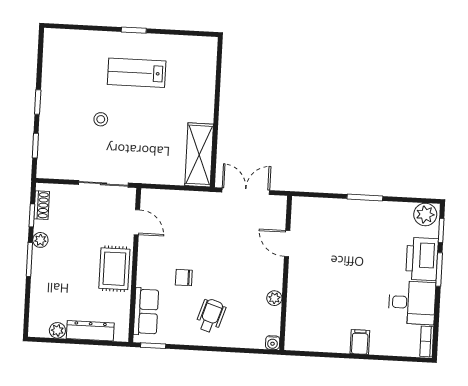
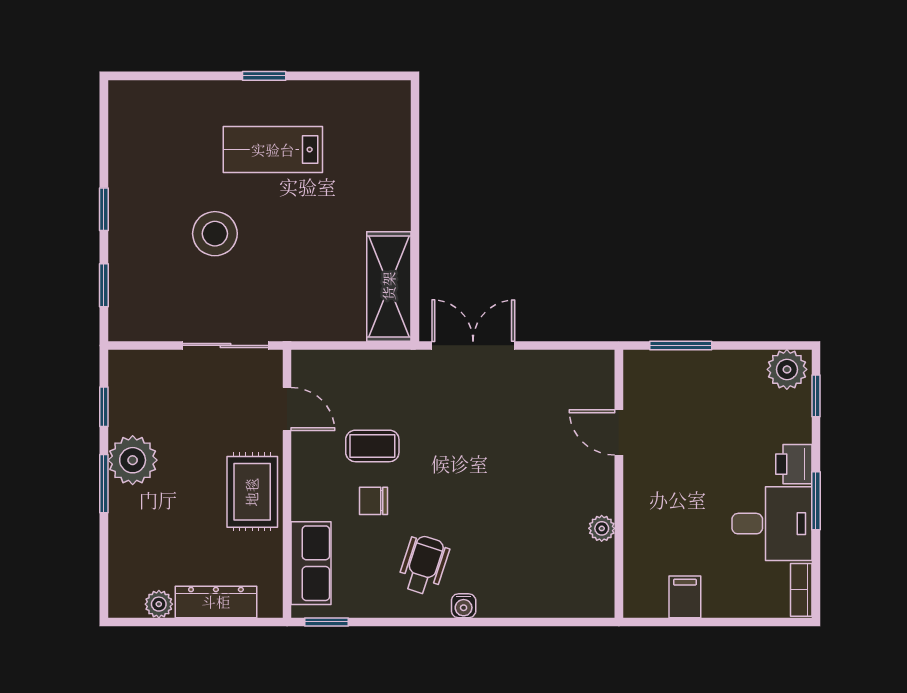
stool: (101, 119) -> (215, 234), width x1.89, depth x1.89
shoe rack: (42, 205) -> (120, 388), removed
plant: (40, 240) -> (133, 460), width x1.87, depth x1.87
door: (287, 244) -> (619, 432), moved
coffee table: (185, 246) -> (372, 446), added
printer: (422, 259) -> (794, 464), width x0.53, depth x0.68
window: (439, 269) -> (816, 501), moved
wall: (286, 273) -> (619, 484), moved
plant: (274, 298) -> (602, 528), moved
water cooler: (273, 343) -> (464, 606), moved

